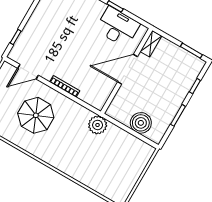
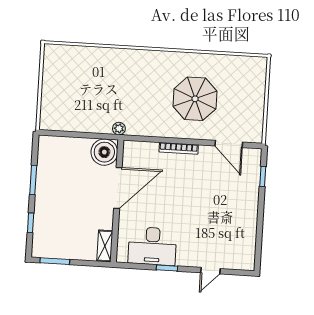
door: (127, 69) -> (118, 188), moved
door: (28, 72) -> (229, 144), swing flipped
boiler: (141, 123) -> (104, 152), moved
plant: (98, 125) -> (119, 128), width x0.53, depth x0.53

